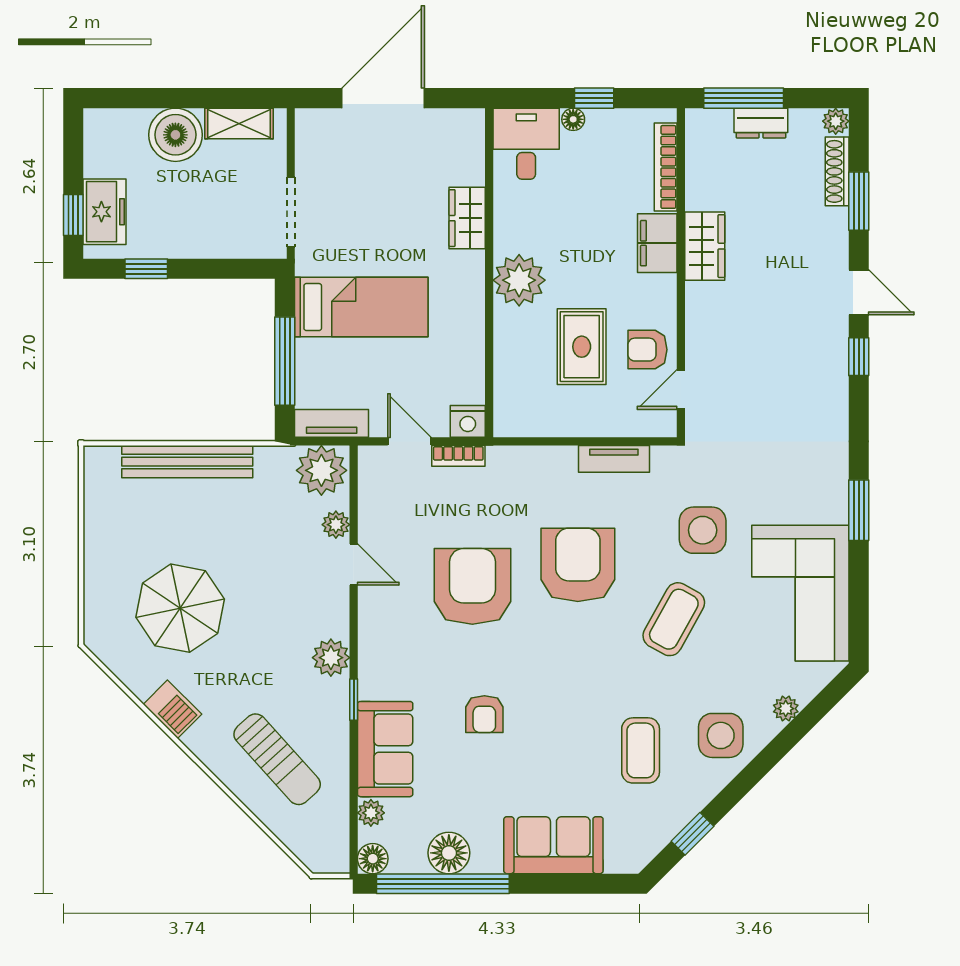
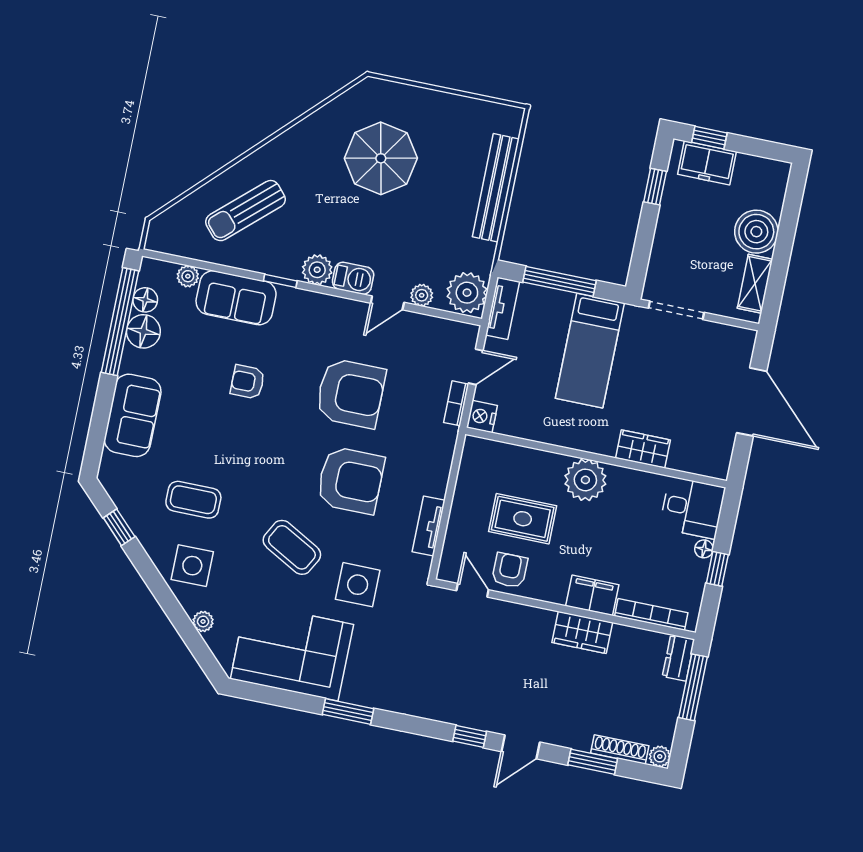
dresser: (761, 123) -> (678, 658), moved
barbecue: (172, 709) -> (353, 278), moved, turned -135
floor lamp: (373, 859) -> (145, 300), moved

